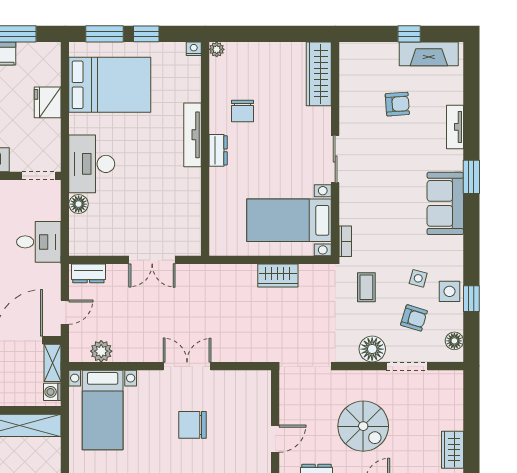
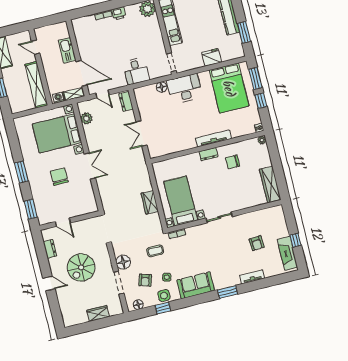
wardrobe: (319, 74) -> (270, 185), moved, turned -90
sofa: (445, 203) -> (196, 285), moved
bed with nightstands: (103, 410) -> (57, 133), width x1.36
wardrobe: (452, 450) -> (98, 314), moved

